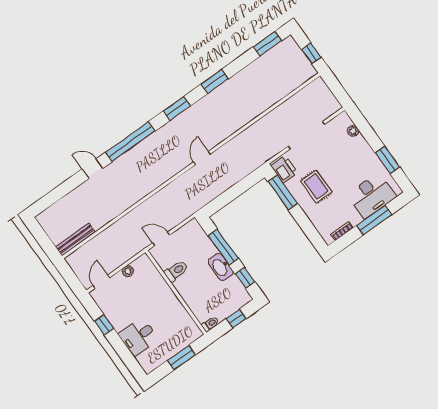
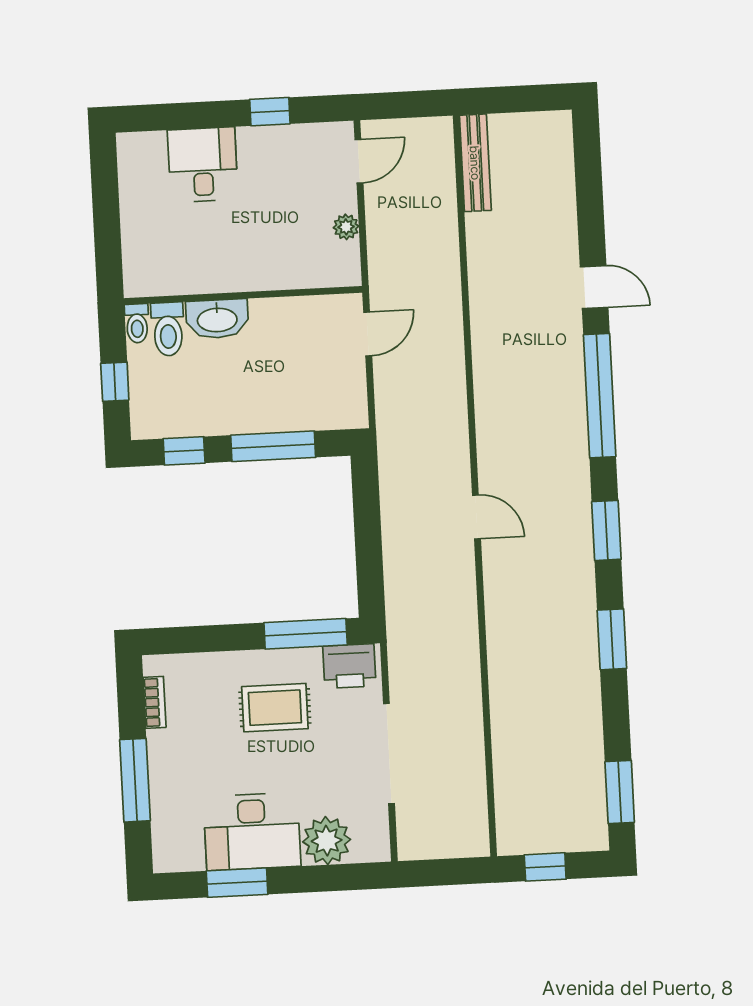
plant: (353, 131) -> (327, 841), width x1.87, depth x1.87
door: (93, 169) -> (594, 287), hinge flipped
desk: (372, 195) -> (252, 831), moved, turned -90
washbasin: (221, 267) -> (217, 319), moved, turned 180
toilet: (176, 271) -> (168, 329), moved
door: (101, 282) -> (359, 161), hinge flipped
window: (181, 358) -> (107, 224), removed

